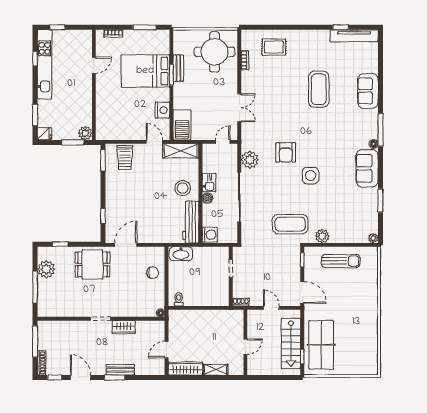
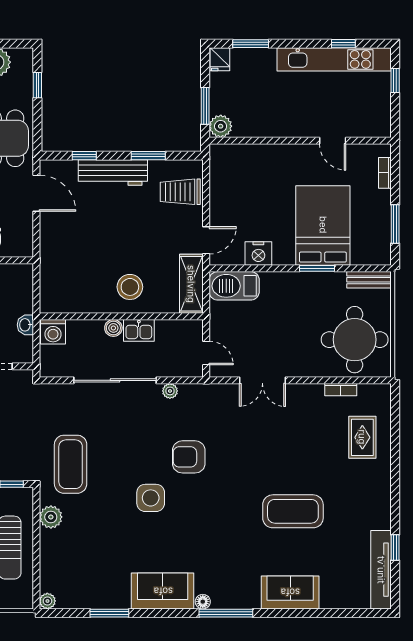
bench: (178, 68) -> (369, 280), moved
window: (103, 160) -> (148, 156), moved
plant: (250, 160) -> (170, 391), width x0.53, depth x0.53
workbench: (191, 222) -> (113, 172), moved, turned 180
washbasin: (181, 254) -> (25, 325), moved, width x0.52, depth x0.69

